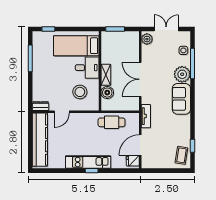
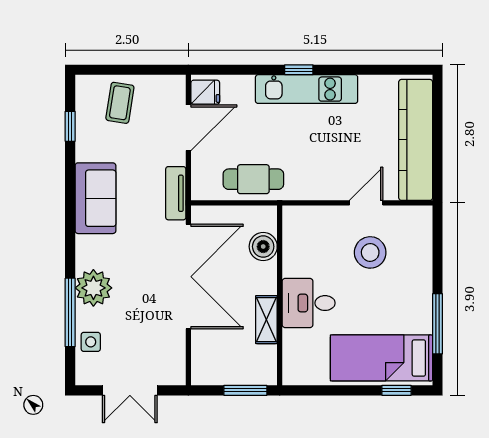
plant: (147, 39) -> (173, 368), removed
bed: (76, 46) -> (382, 358), moved, turned 180
shelving: (106, 75) -> (266, 320), moved
double door: (140, 79) -> (188, 277), width x1.36
stool: (80, 92) -> (370, 252), moved
sofa: (181, 99) -> (95, 198), moved
dresser: (41, 106) -> (414, 216), removed
coffee table: (181, 155) -> (120, 103), moved

